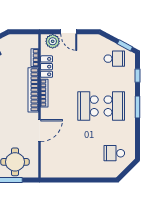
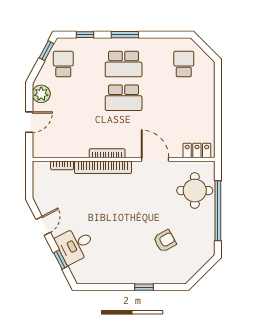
plant: (53, 41) -> (41, 94), moved
locker: (47, 67) -> (197, 150), moved
school desk: (114, 106) -> (124, 64), turned 180
school desk: (114, 153) -> (184, 64), turned 180

